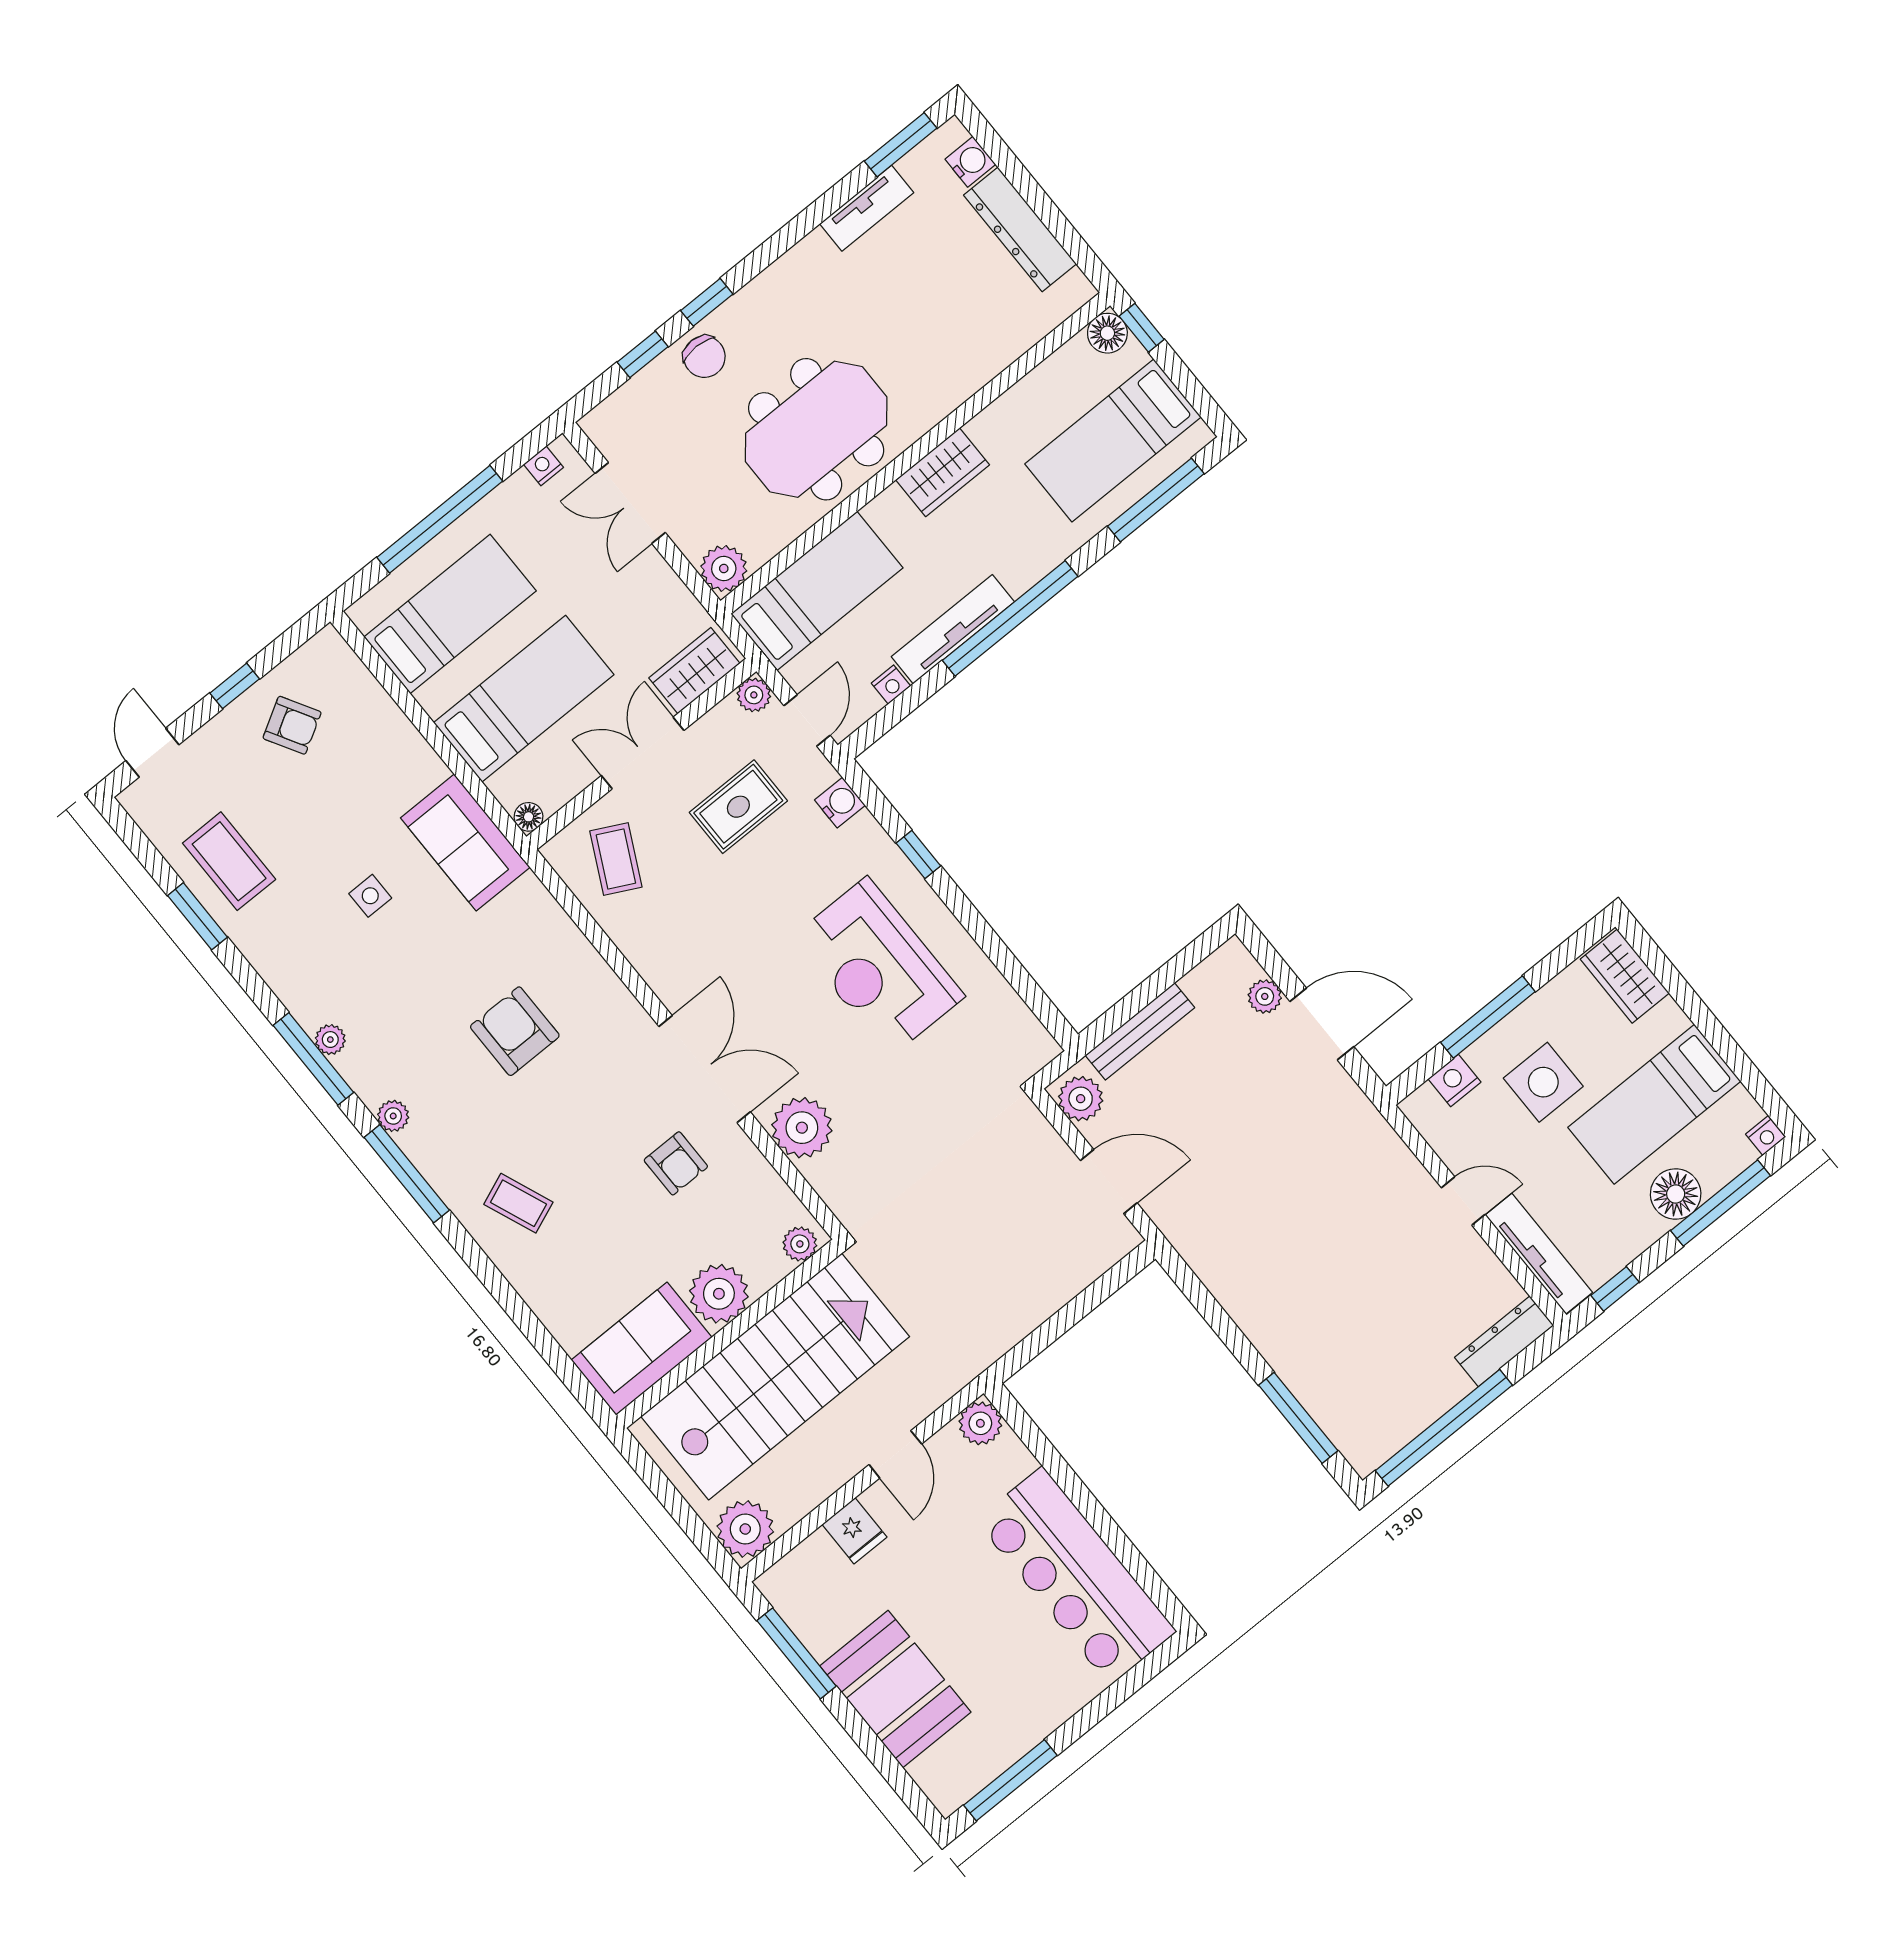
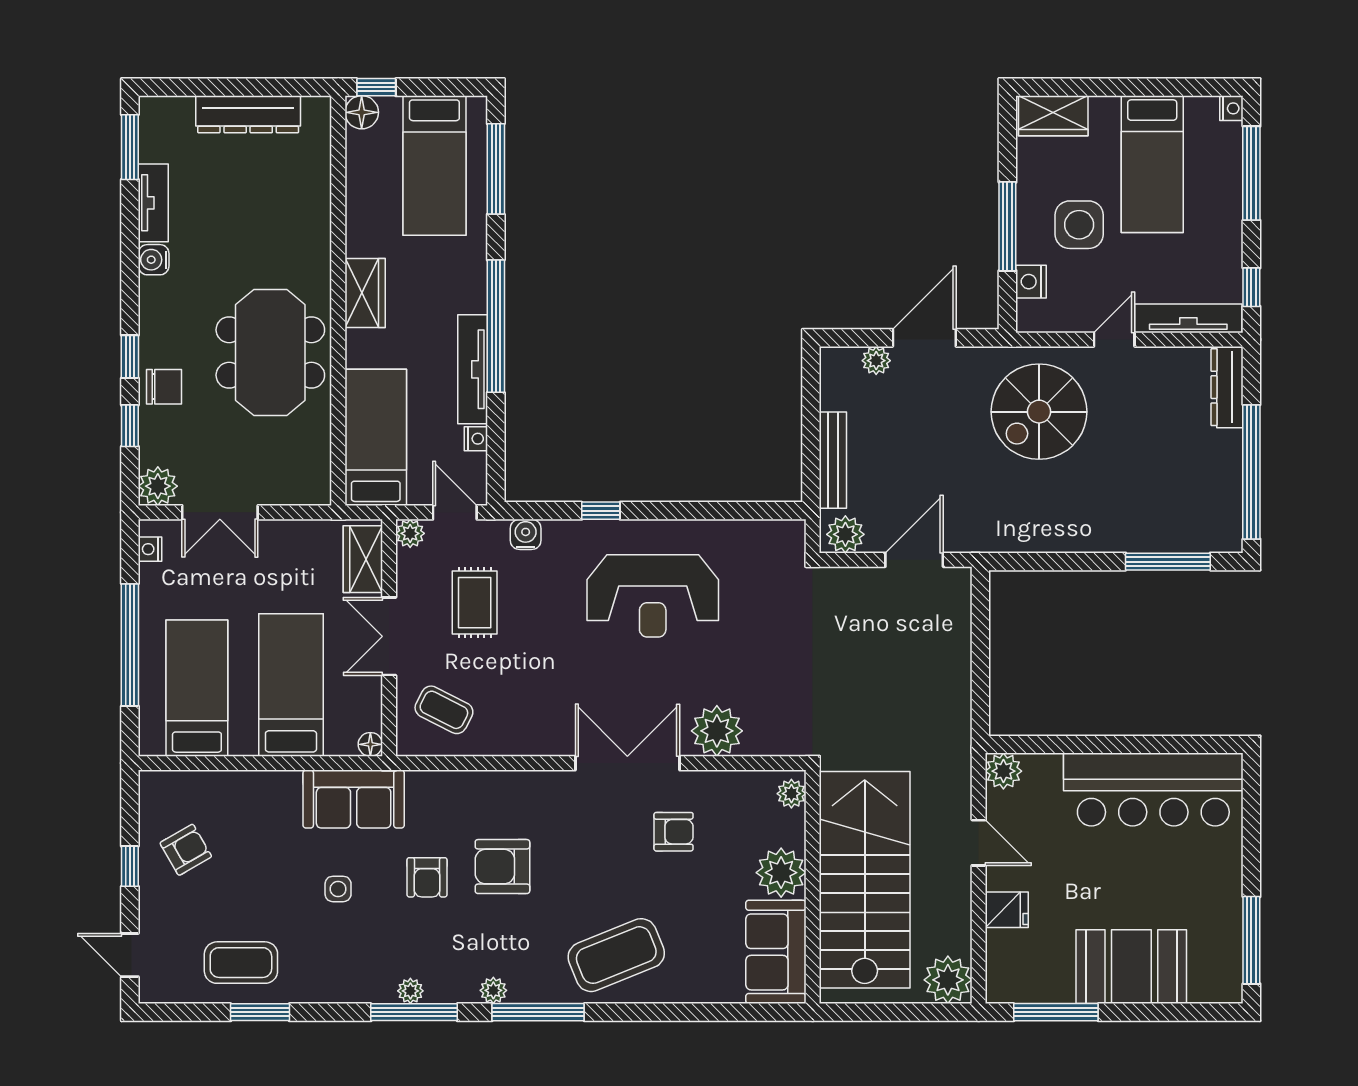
water cooler: (970, 162) -> (154, 260), moved, turned -90
plant: (724, 568) -> (158, 486), moved
armchair: (448, 969) -> (427, 877), added
spiral stairs: (1340, 1186) -> (1039, 412), added
floor lamp: (1676, 1194) -> (1222, 198), removed
coffee table: (518, 1203) -> (616, 955), width x1.86, depth x1.72

